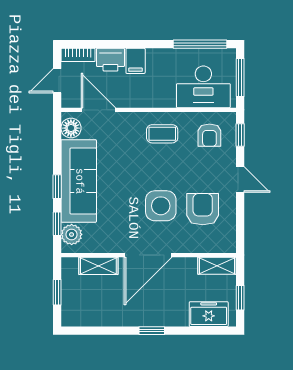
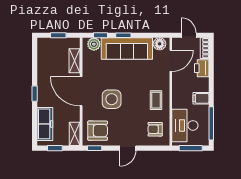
filing cabinet: (136, 61) -> (201, 98), moved
window: (240, 135) -> (95, 148), moved
armchair: (203, 209) -> (98, 131), moved
freezer: (209, 314) -> (45, 124), width x1.40

